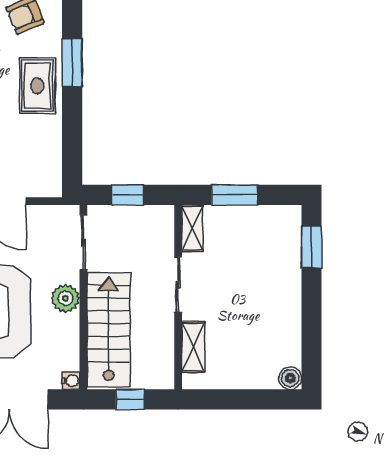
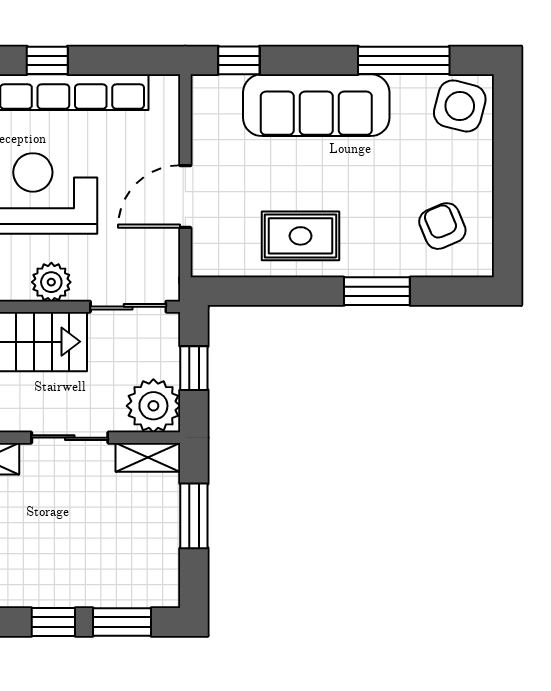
rug: (37, 86) -> (301, 236), moved
plant: (155, 224) -> (153, 406), added
window: (311, 297) -> (53, 622), added

